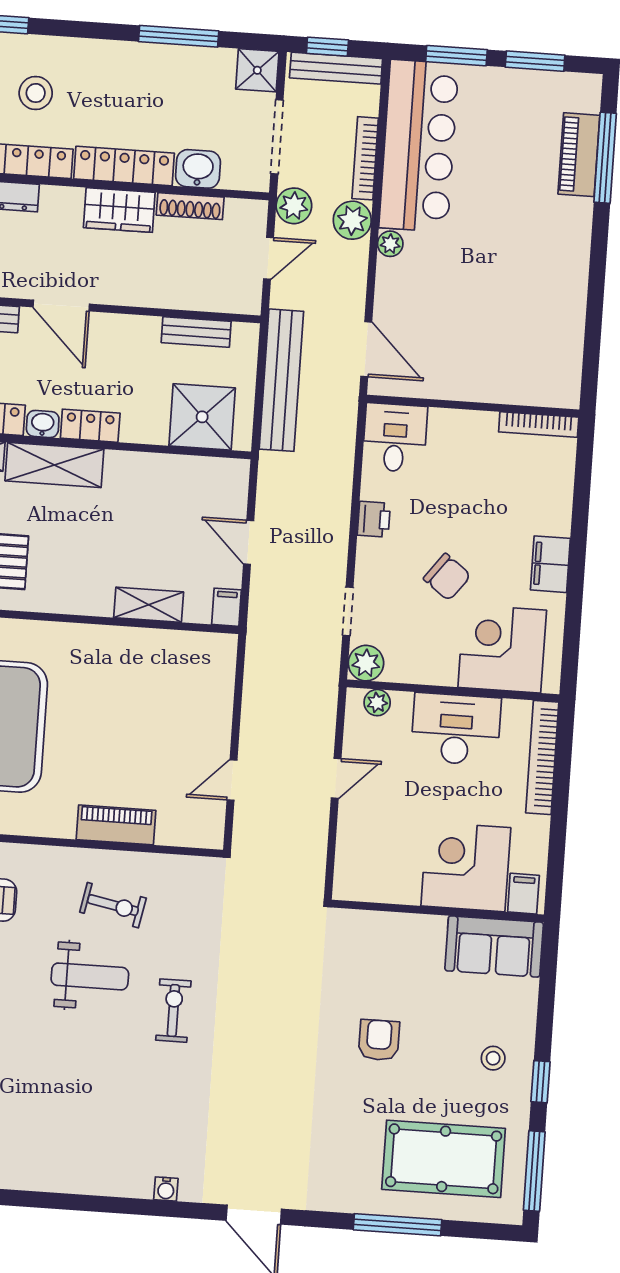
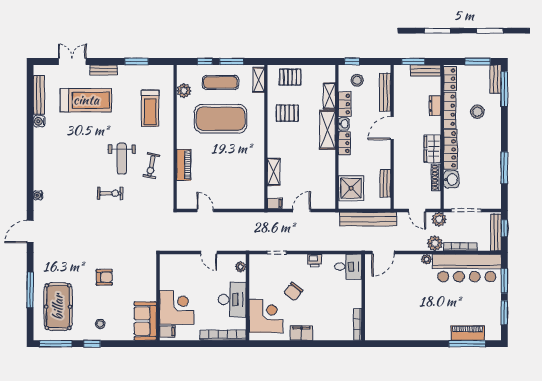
shower: (257, 70) -> (493, 201), removed
plant: (366, 663) -> (256, 261), removed

